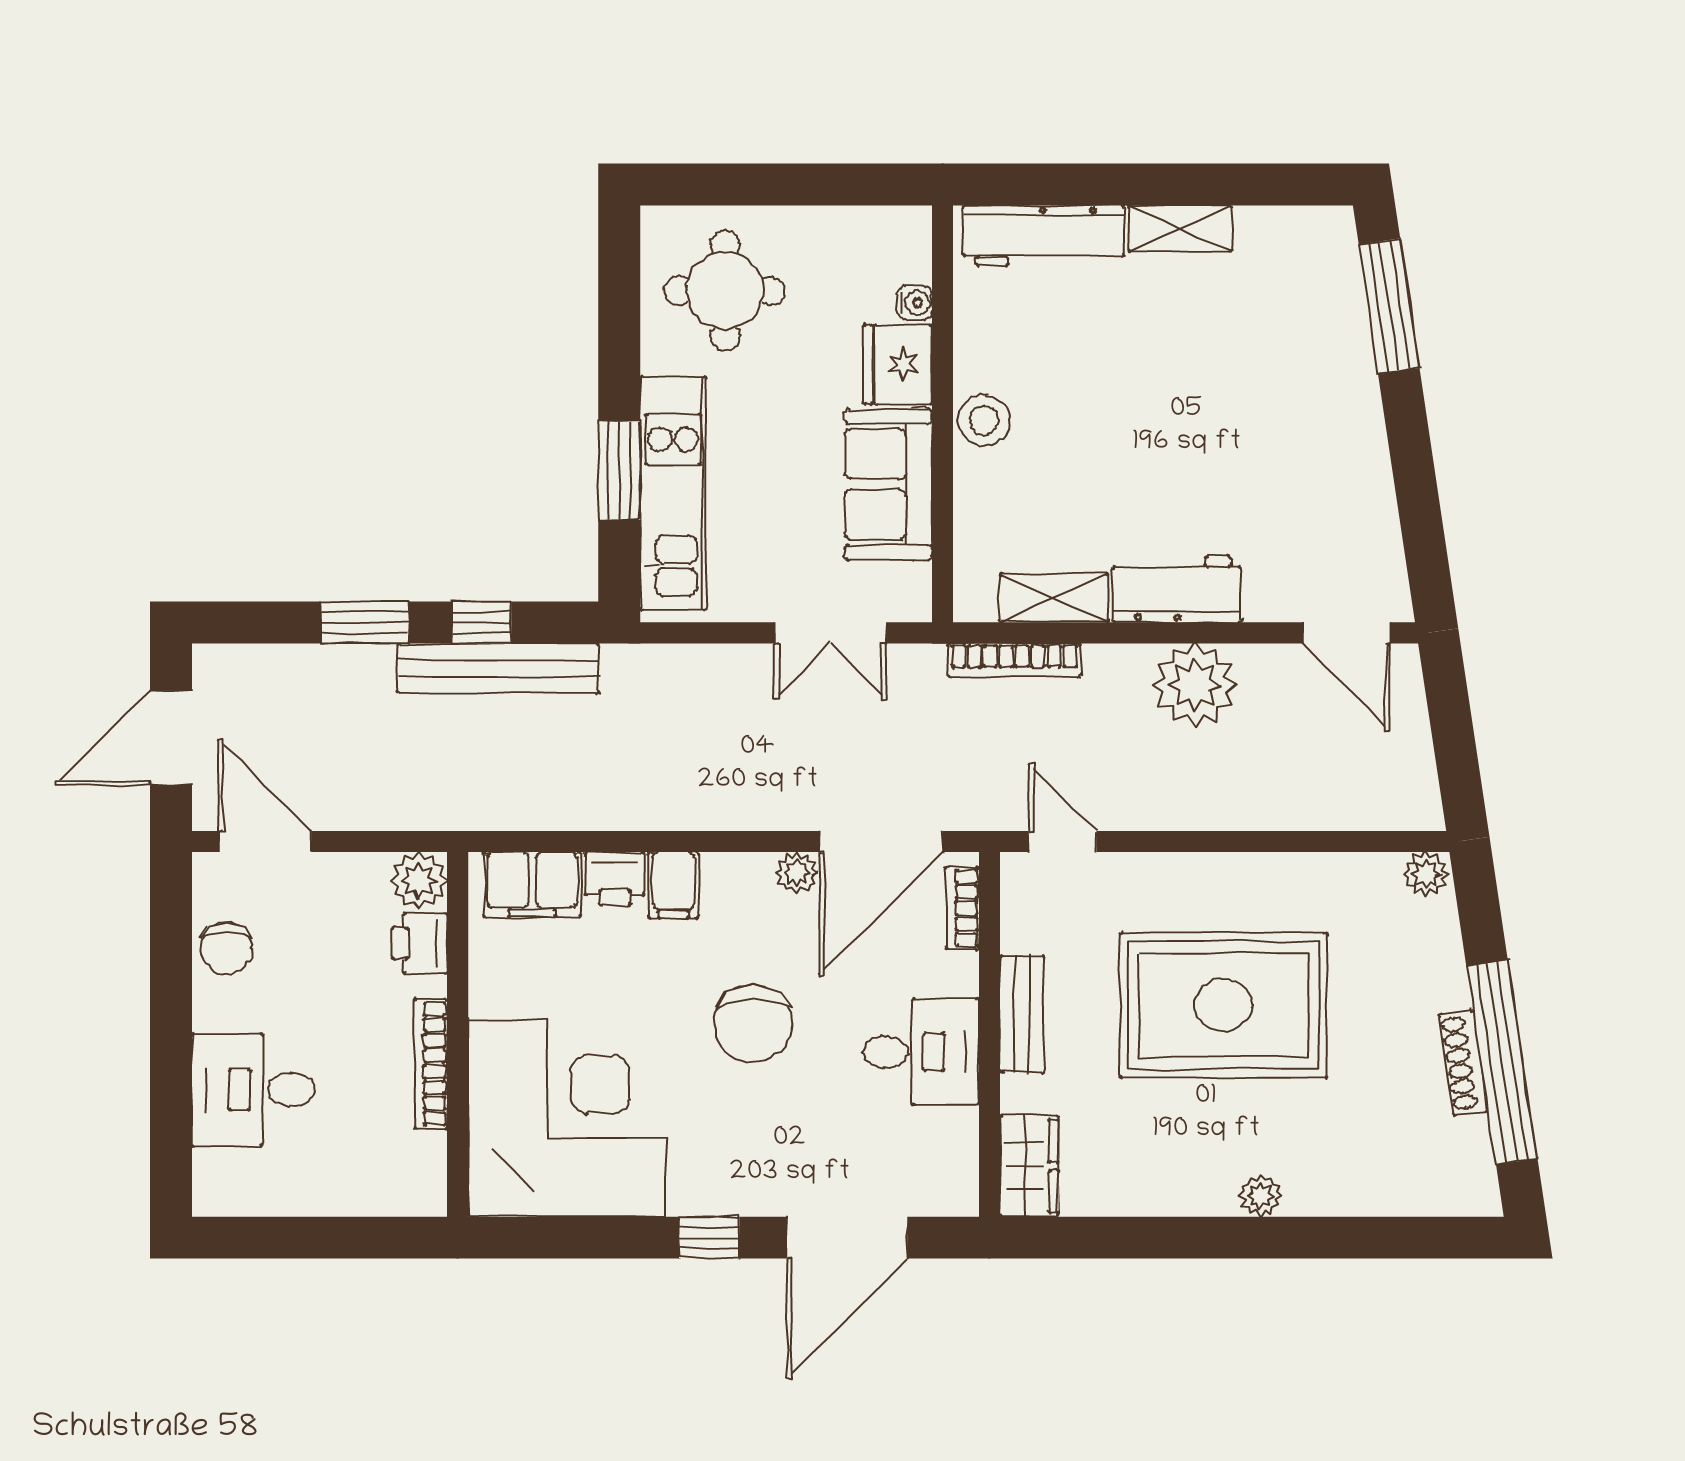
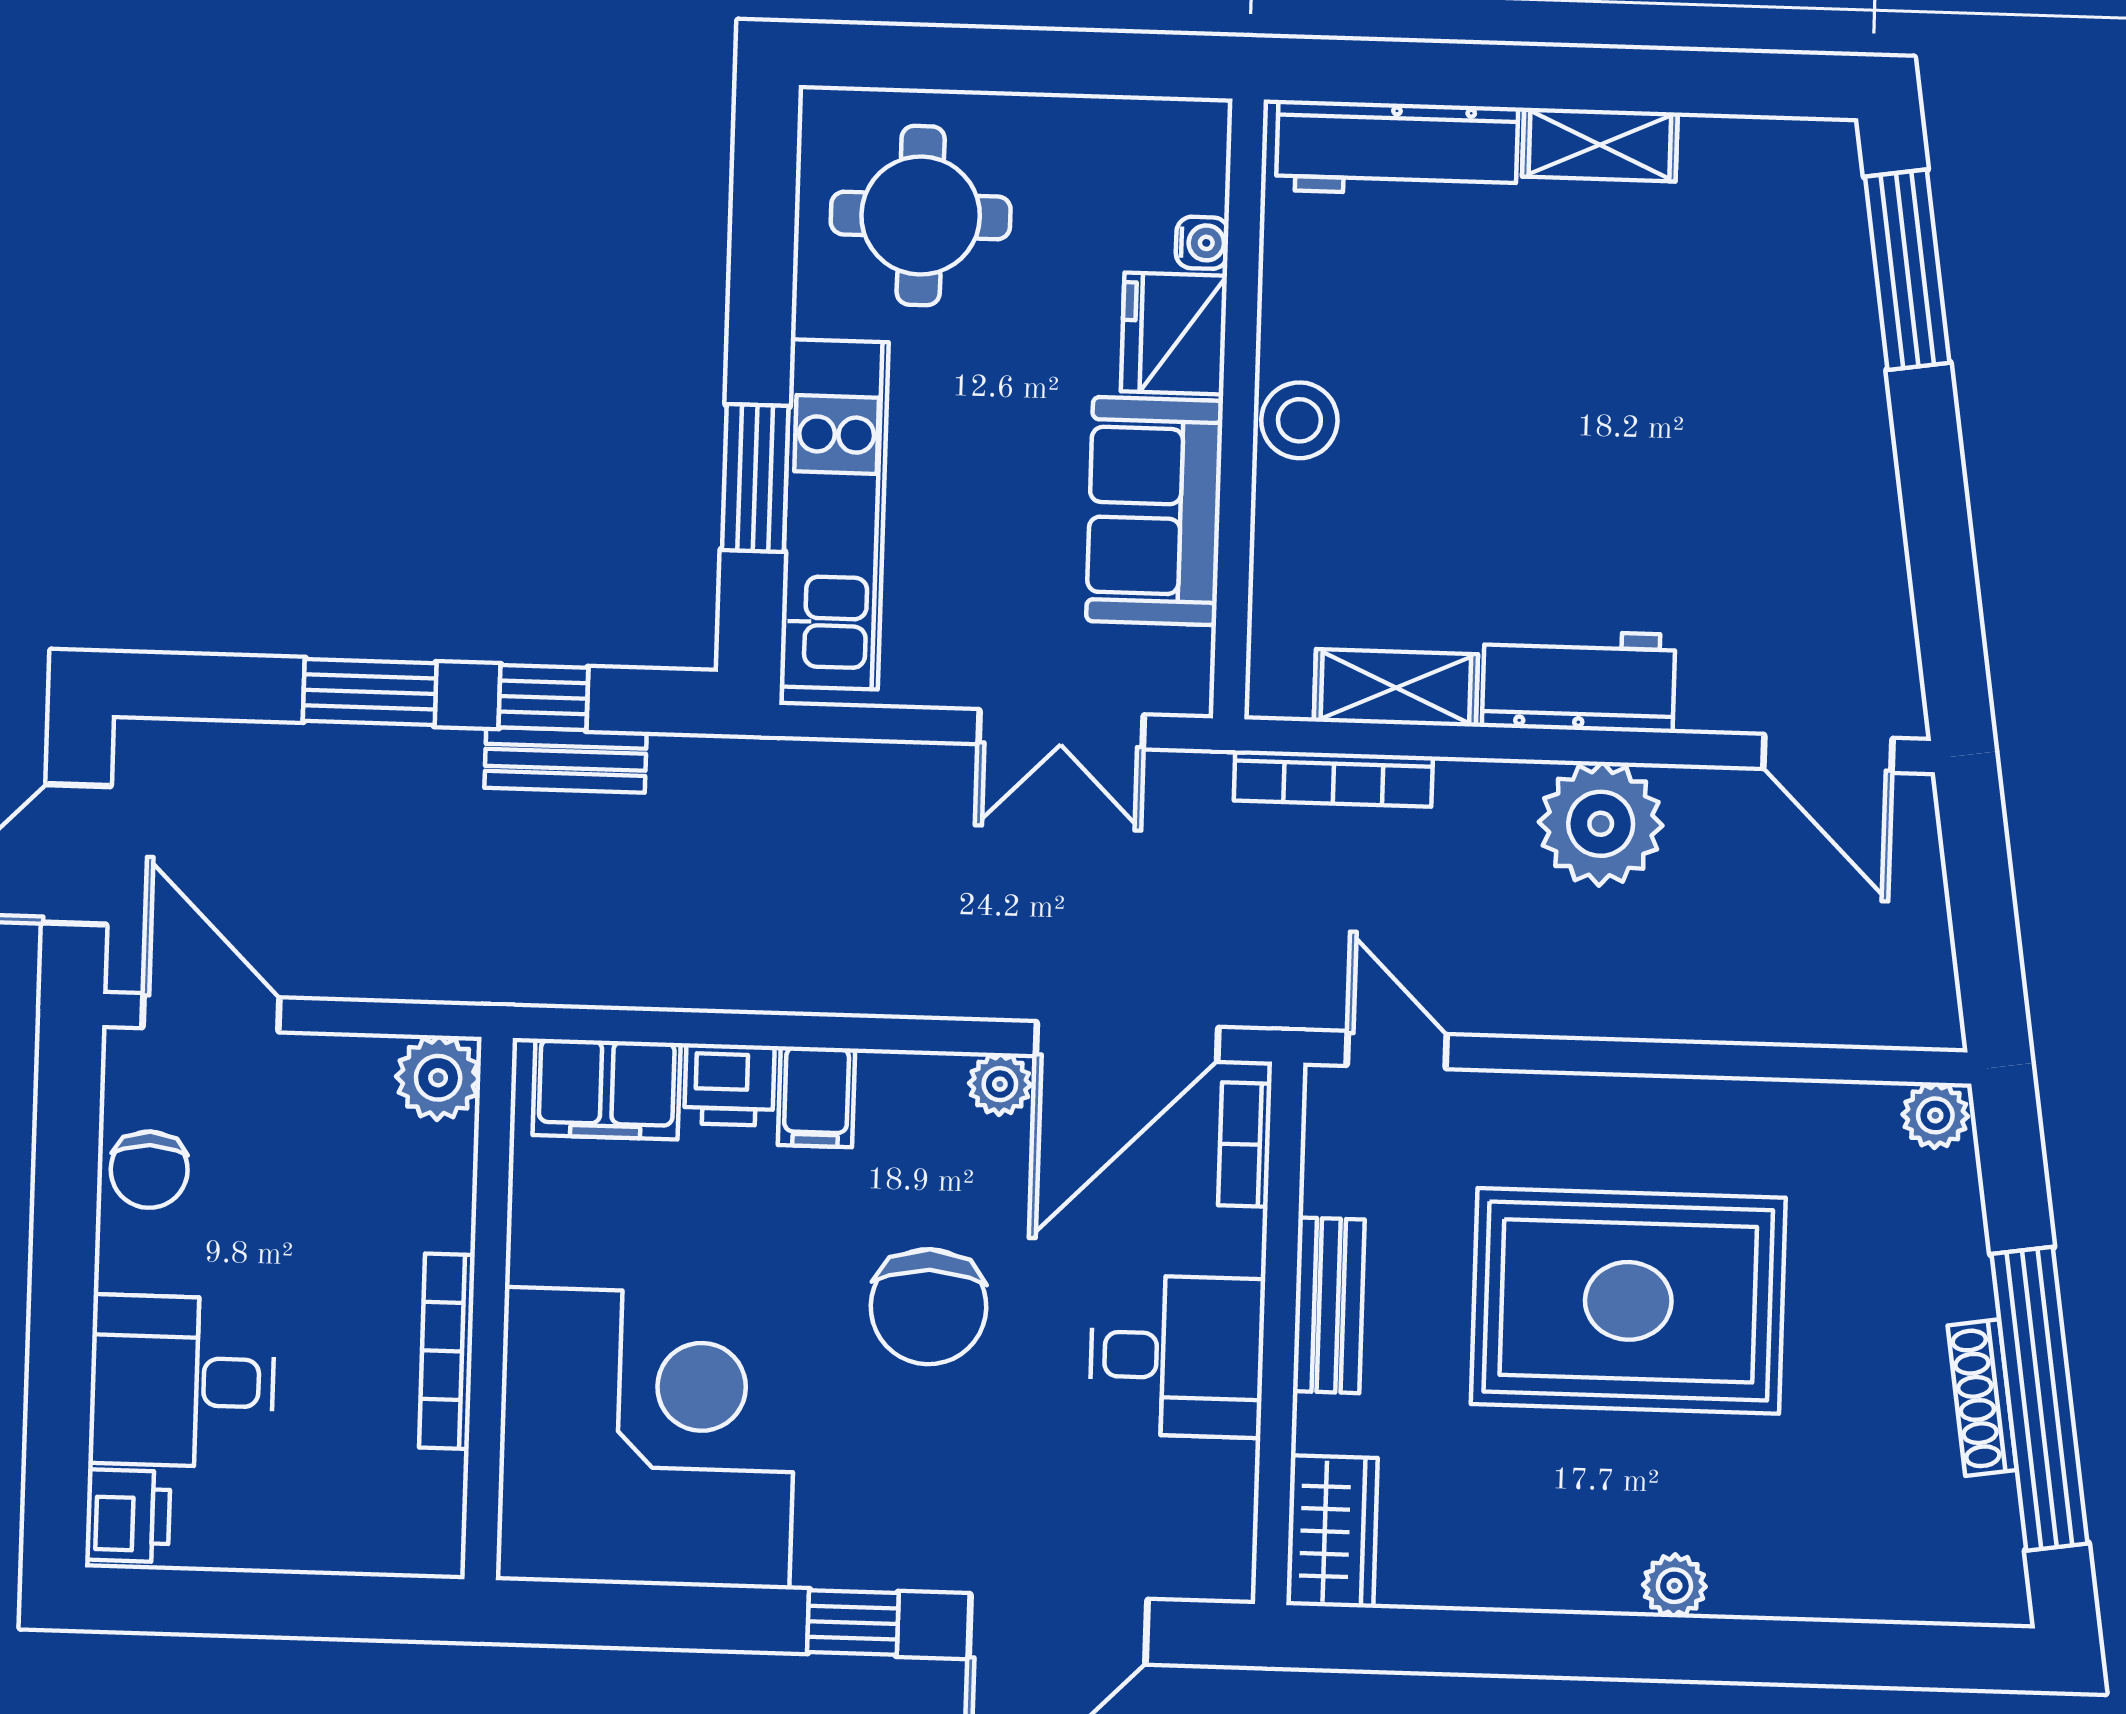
bench: (498, 668) -> (566, 760), width x0.54, depth x0.82
printer: (420, 943) -> (128, 1516), moved, turned 180

